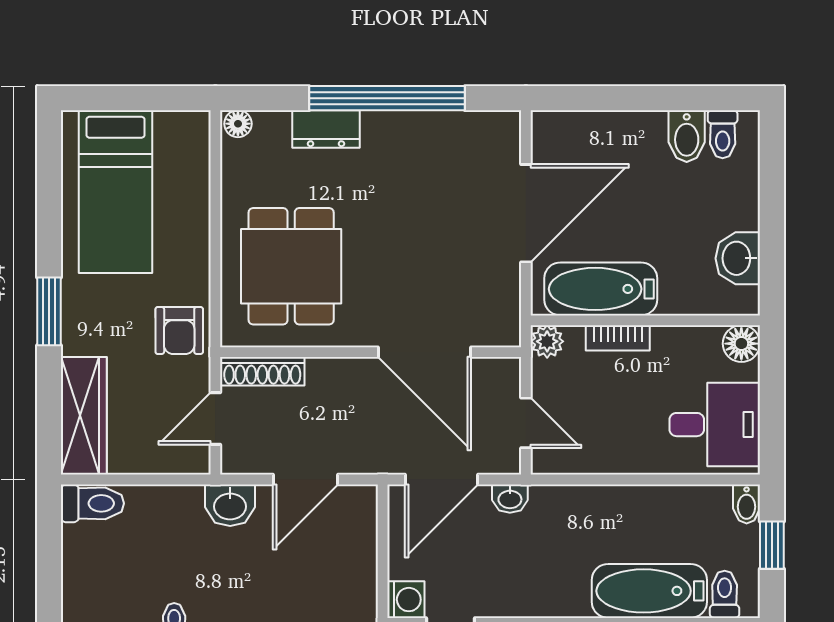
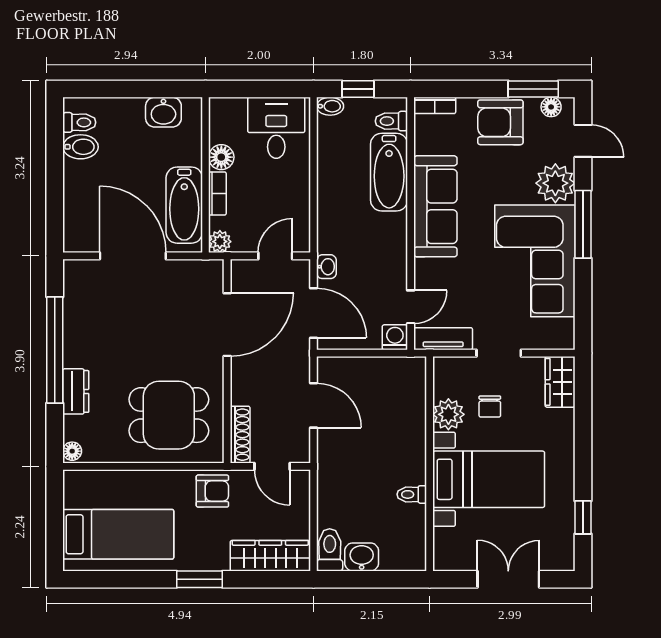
floor lamp: (741, 344) -> (221, 157), moved
washbasin: (230, 505) -> (362, 557), moved, turned -90

